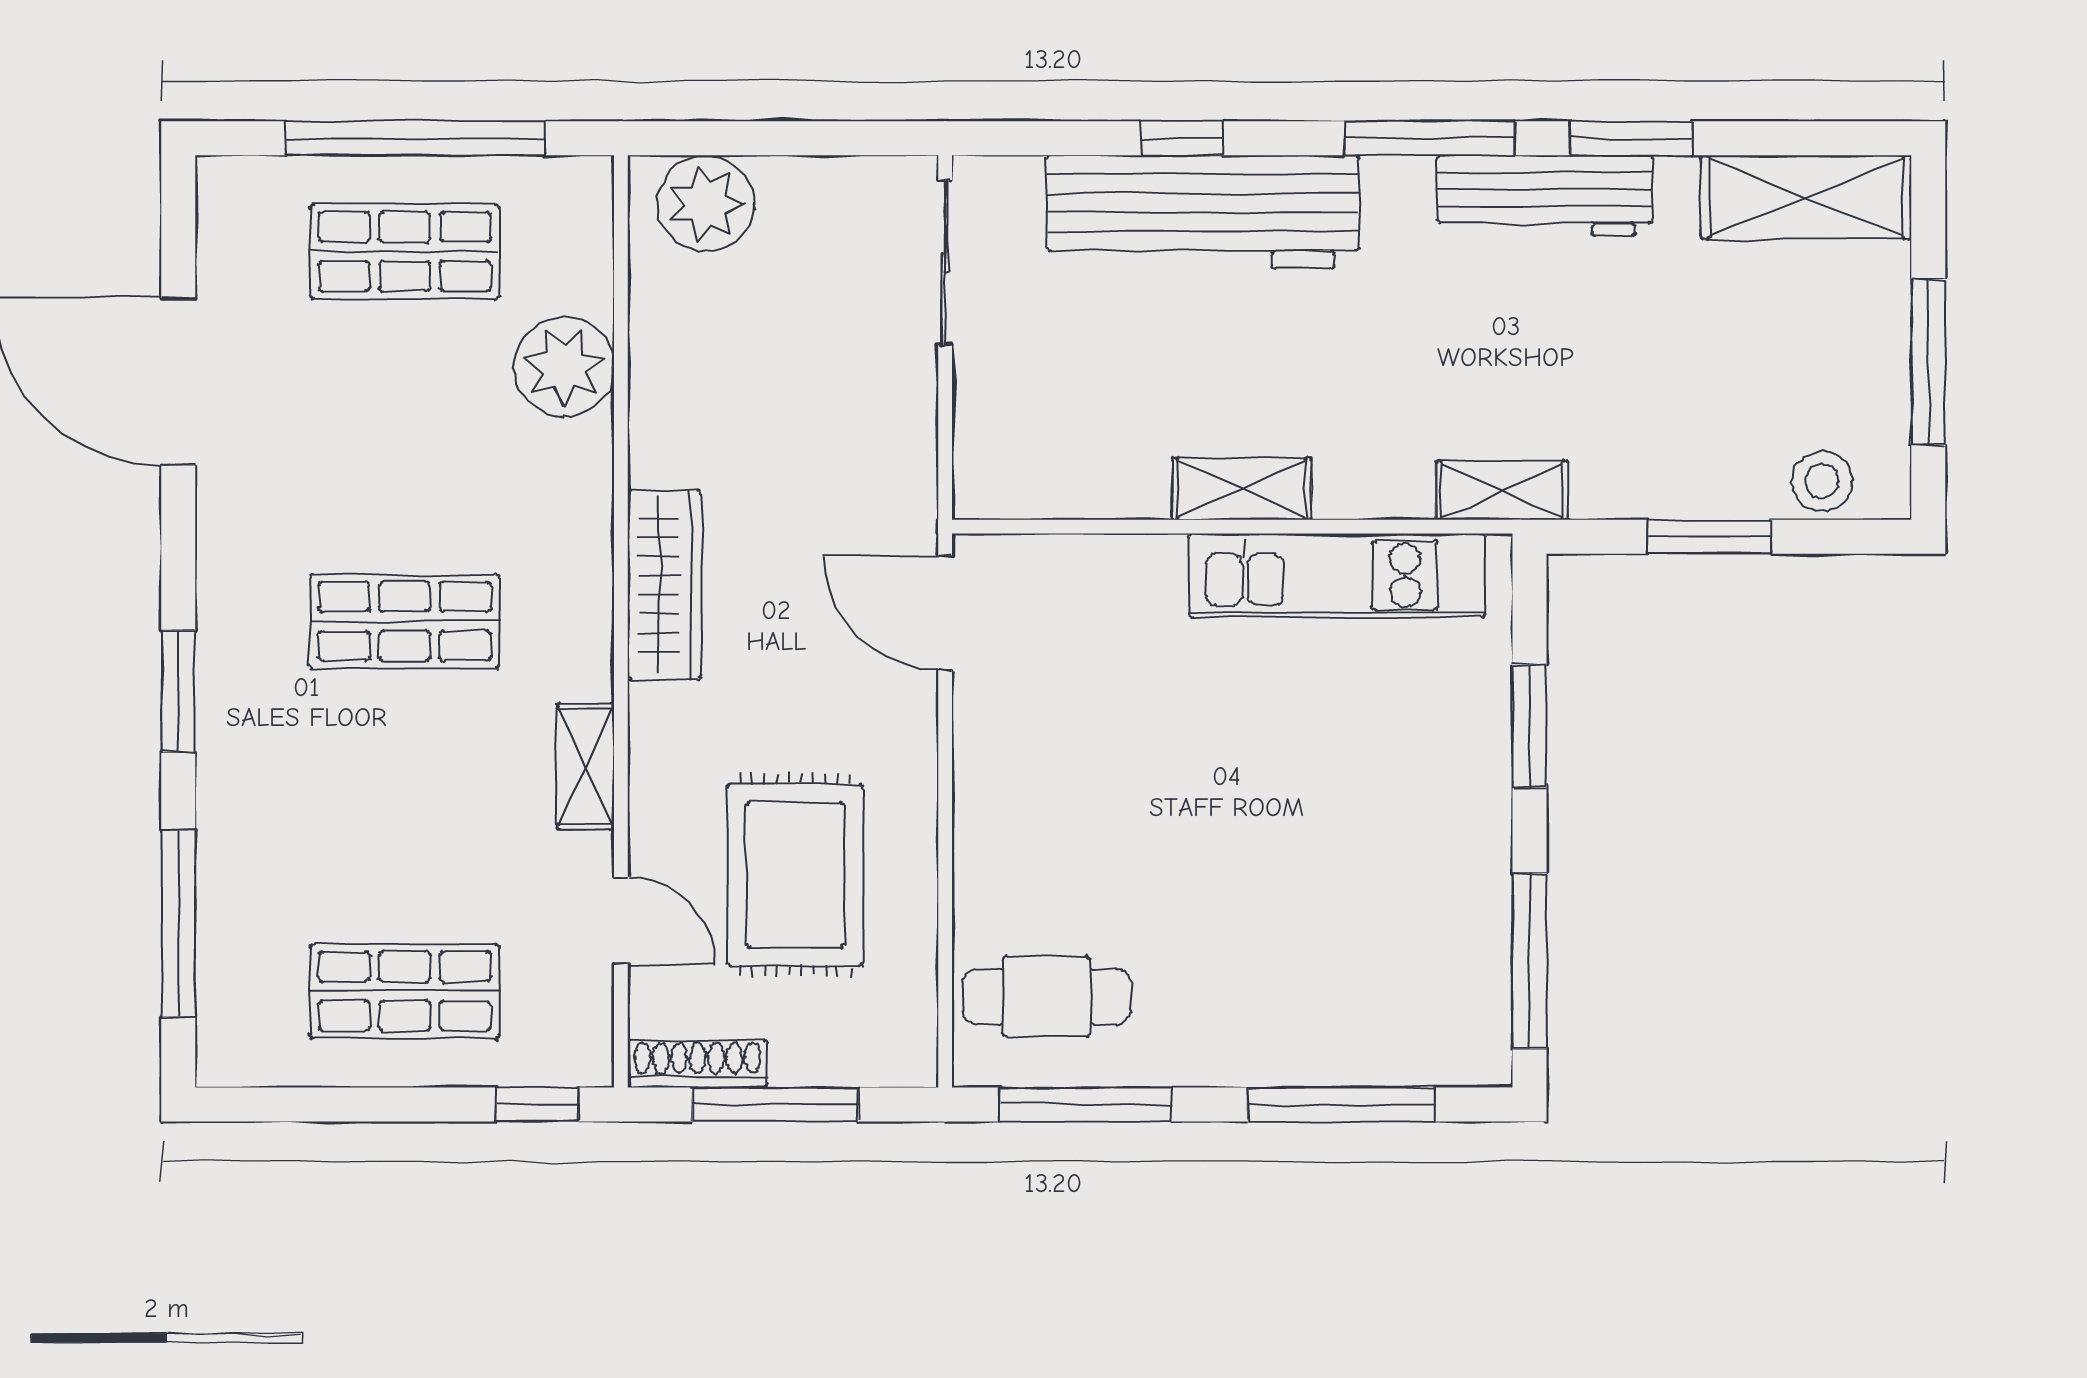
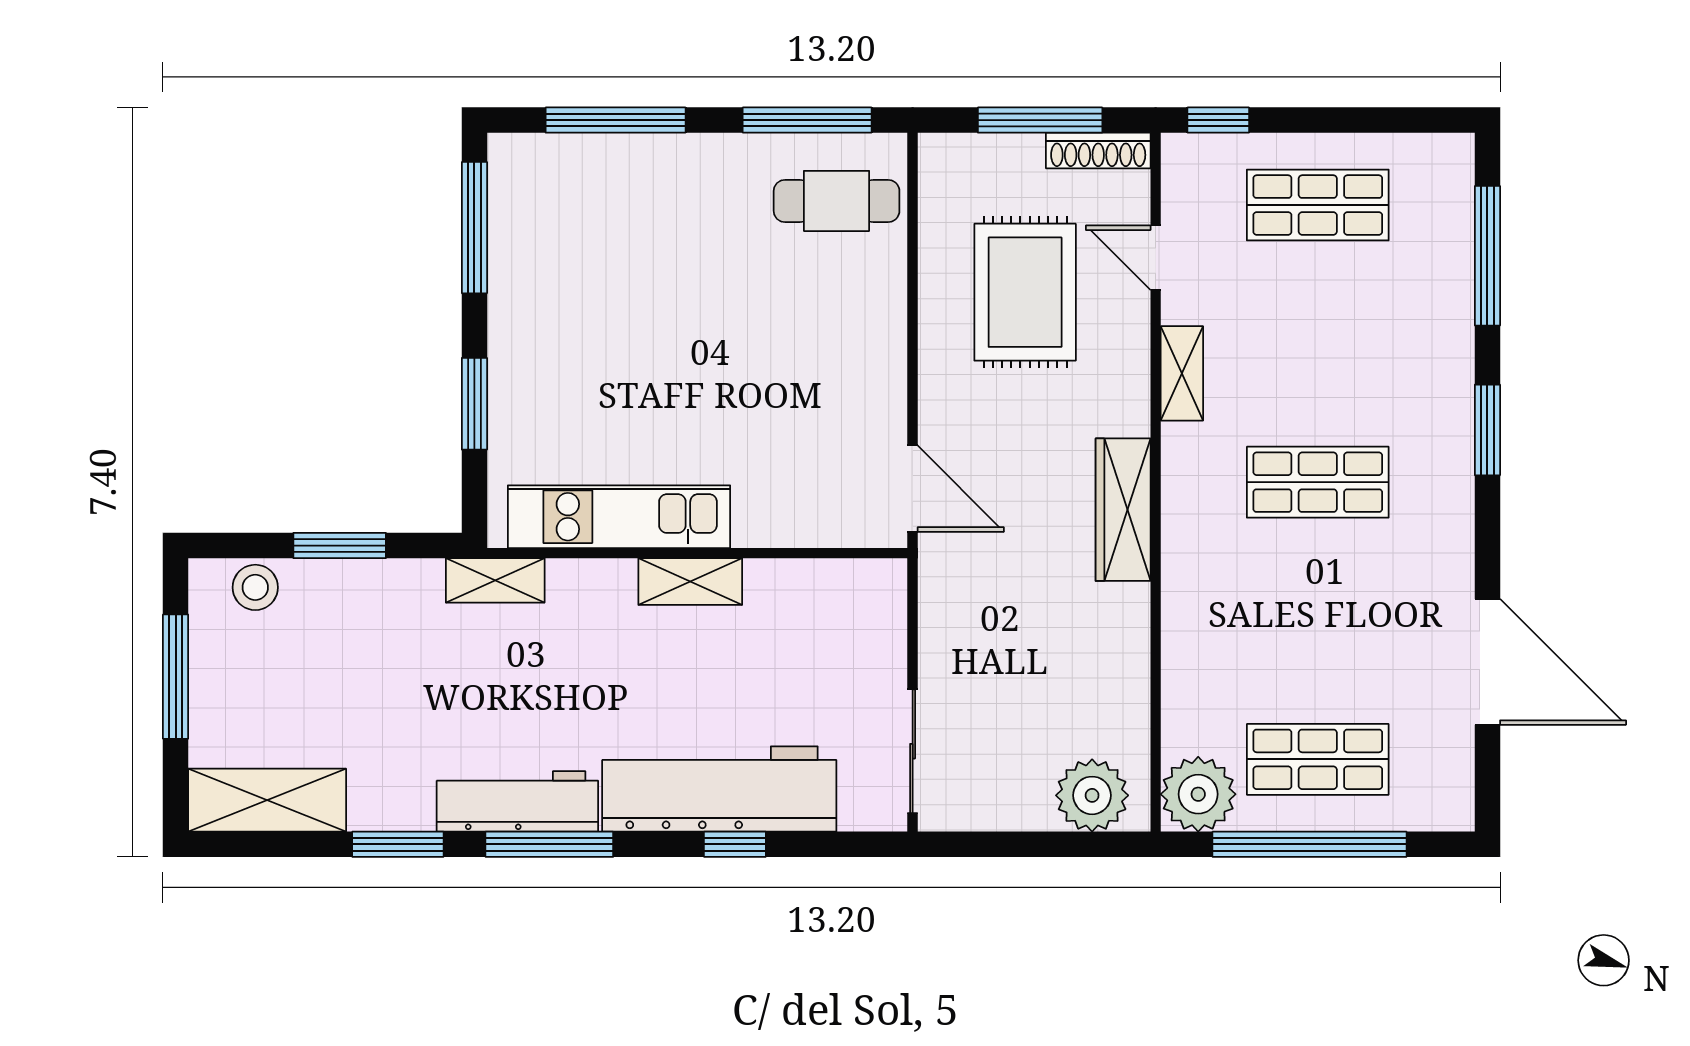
workbench: (1544, 196) -> (517, 801), moved
plant: (564, 367) -> (1198, 794), moved

